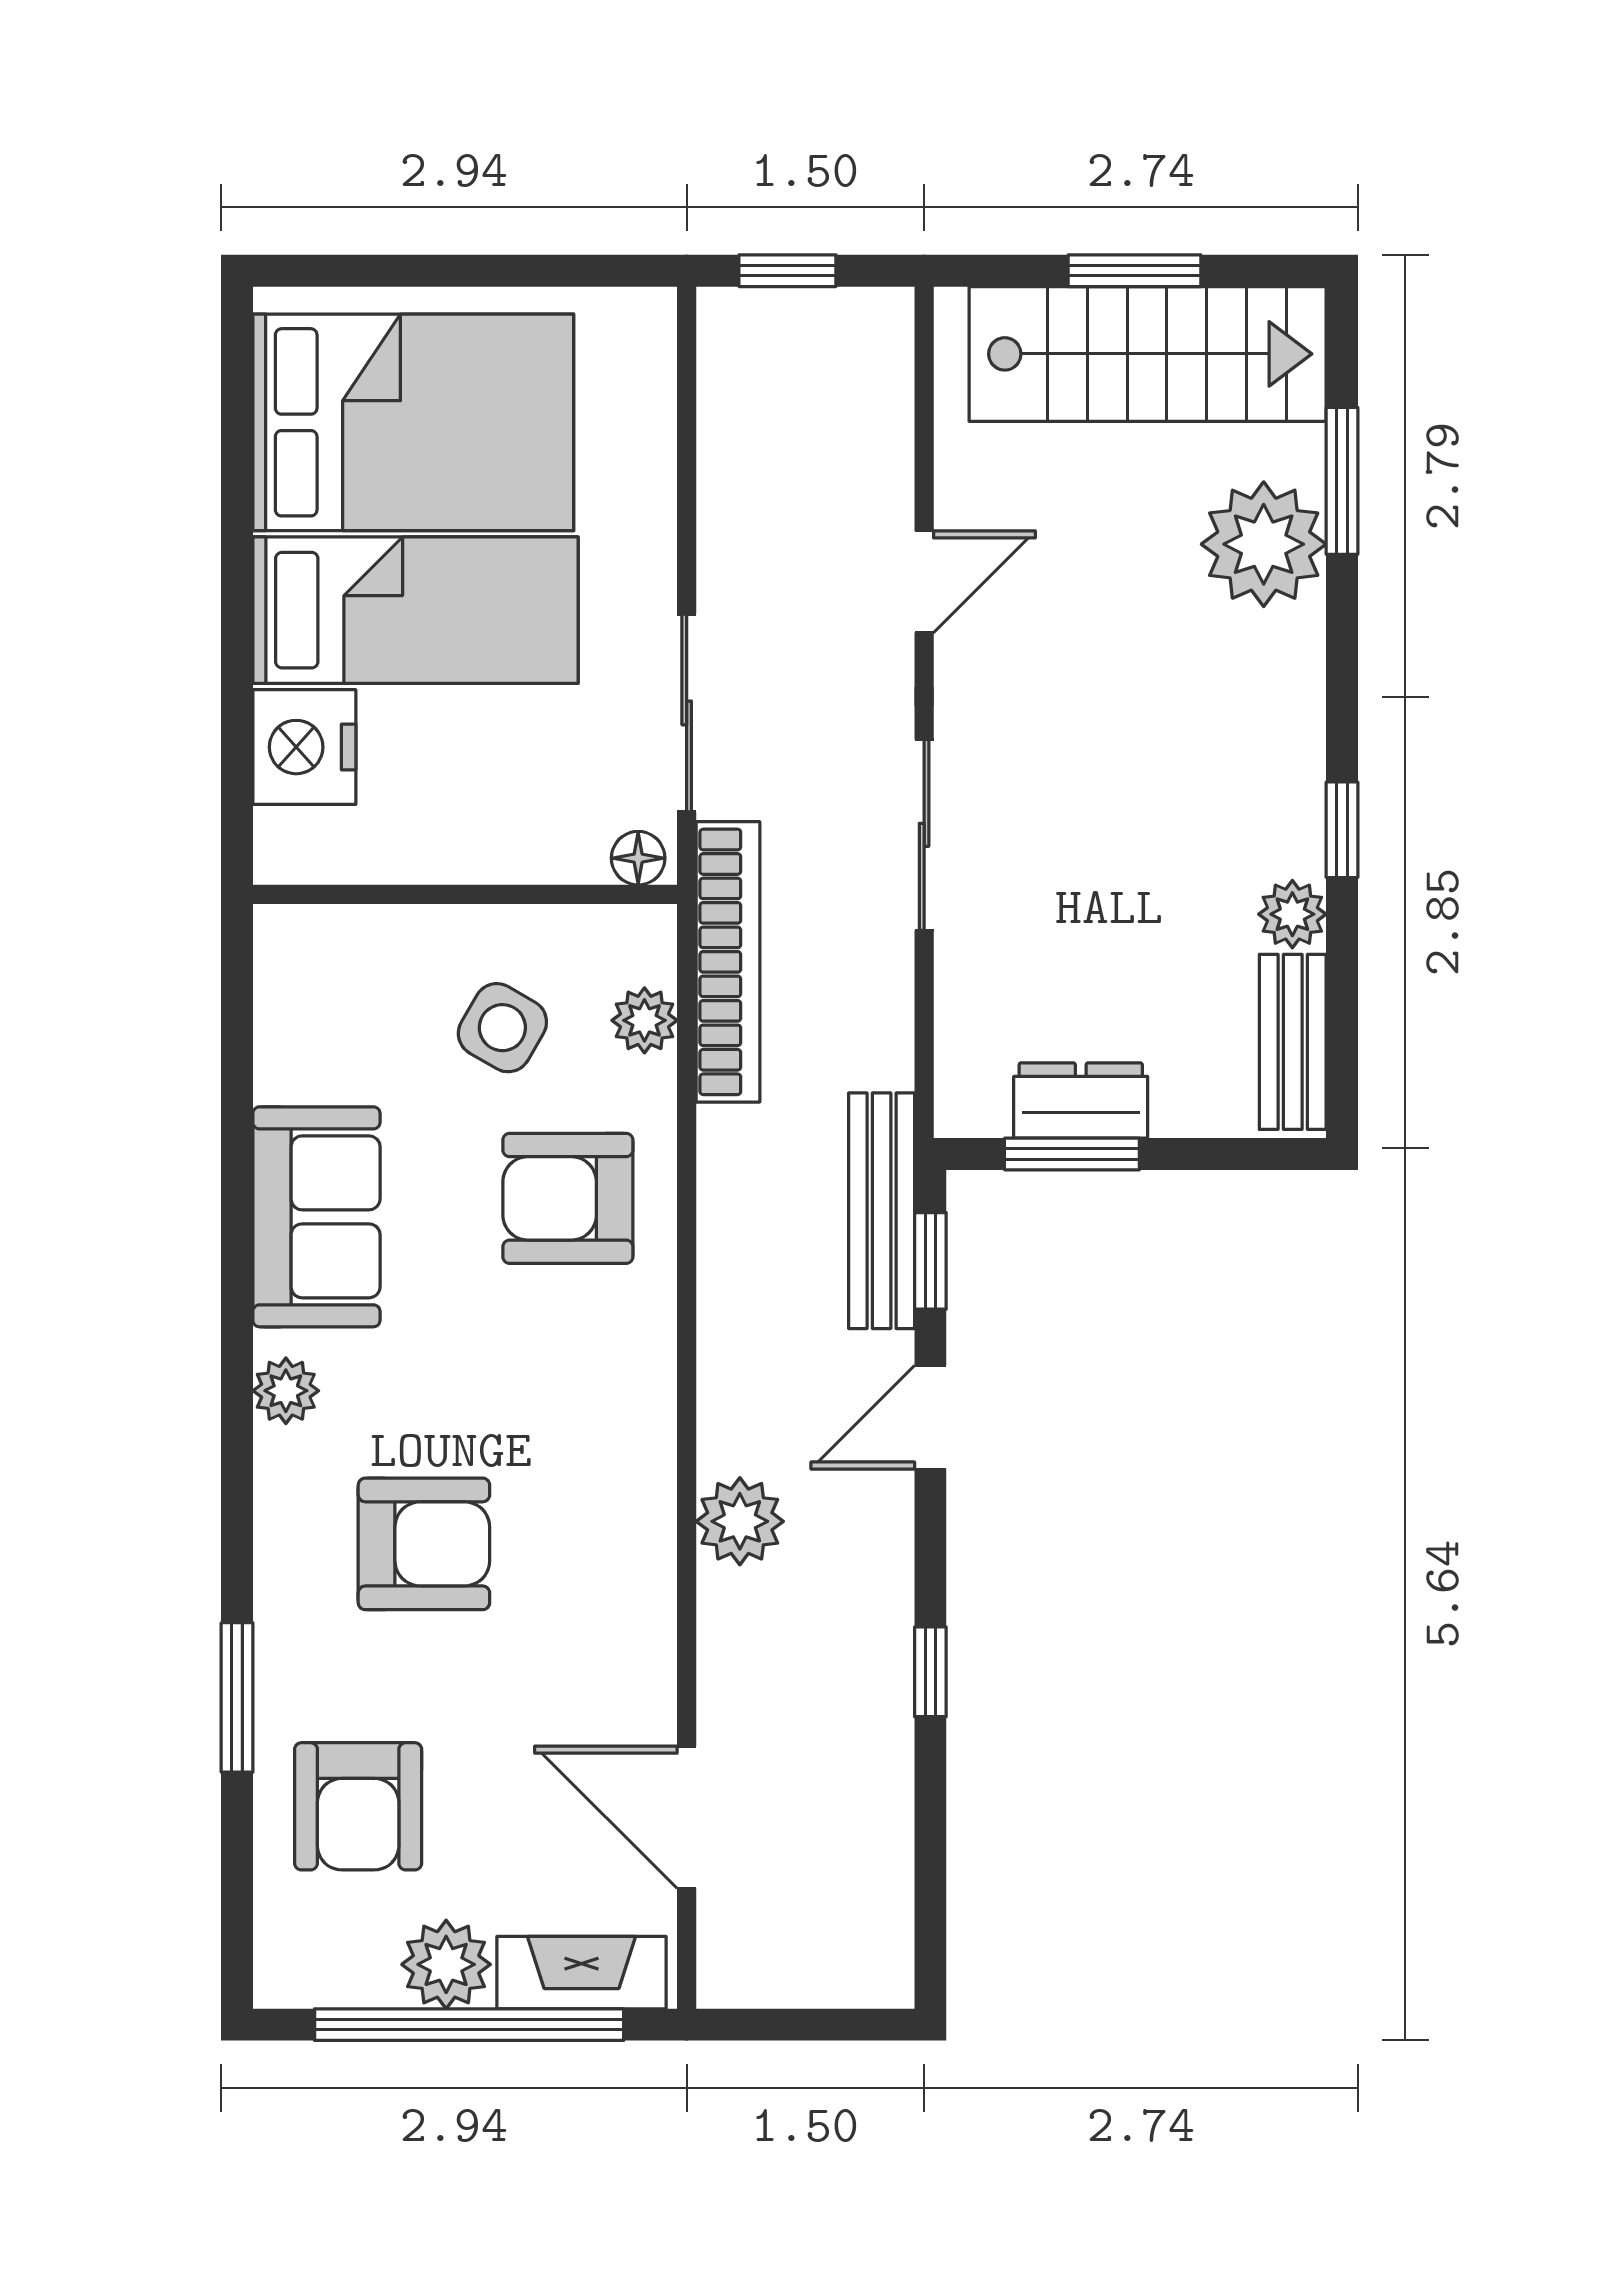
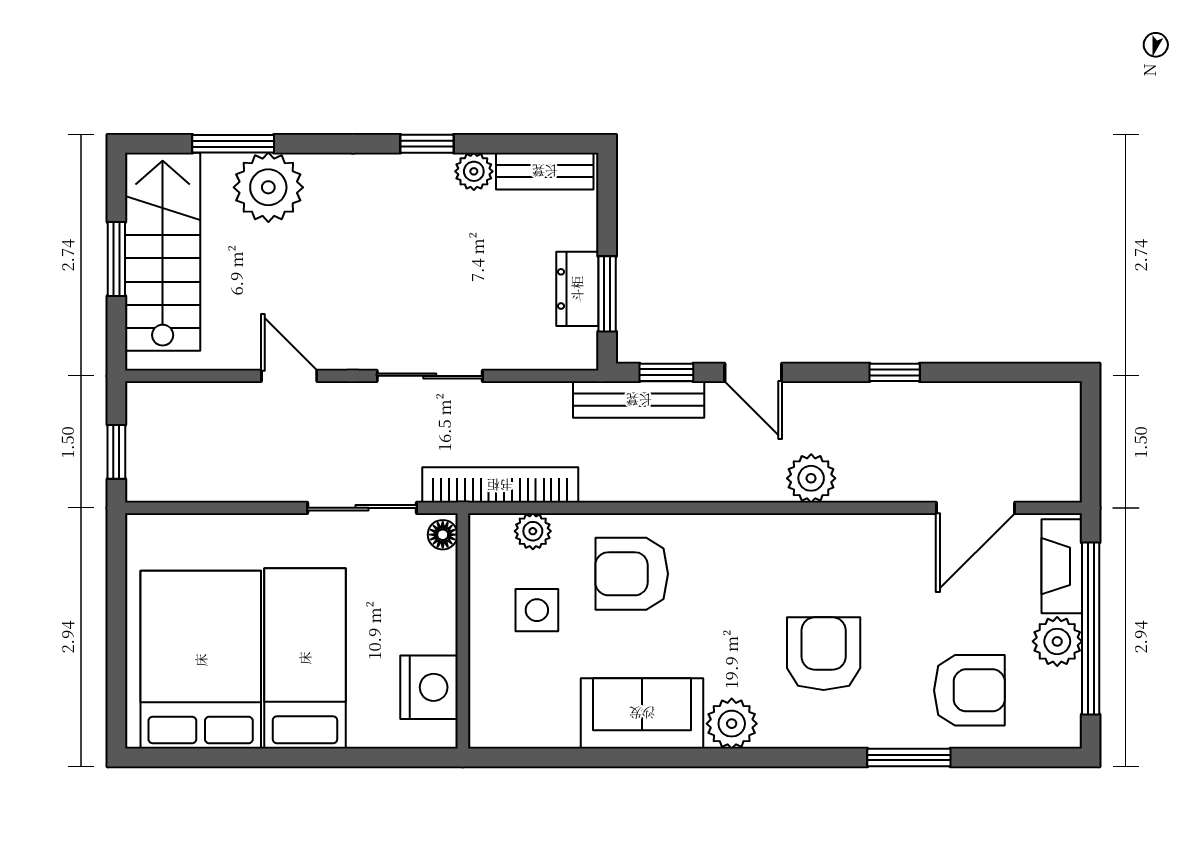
nightstand: (304, 747) -> (429, 687), moved, turned -90
side table: (502, 1028) -> (537, 610), turned -30
armchair: (568, 1198) -> (632, 574), turned 90
plant: (286, 1391) -> (732, 724), width x1.38, depth x1.38

